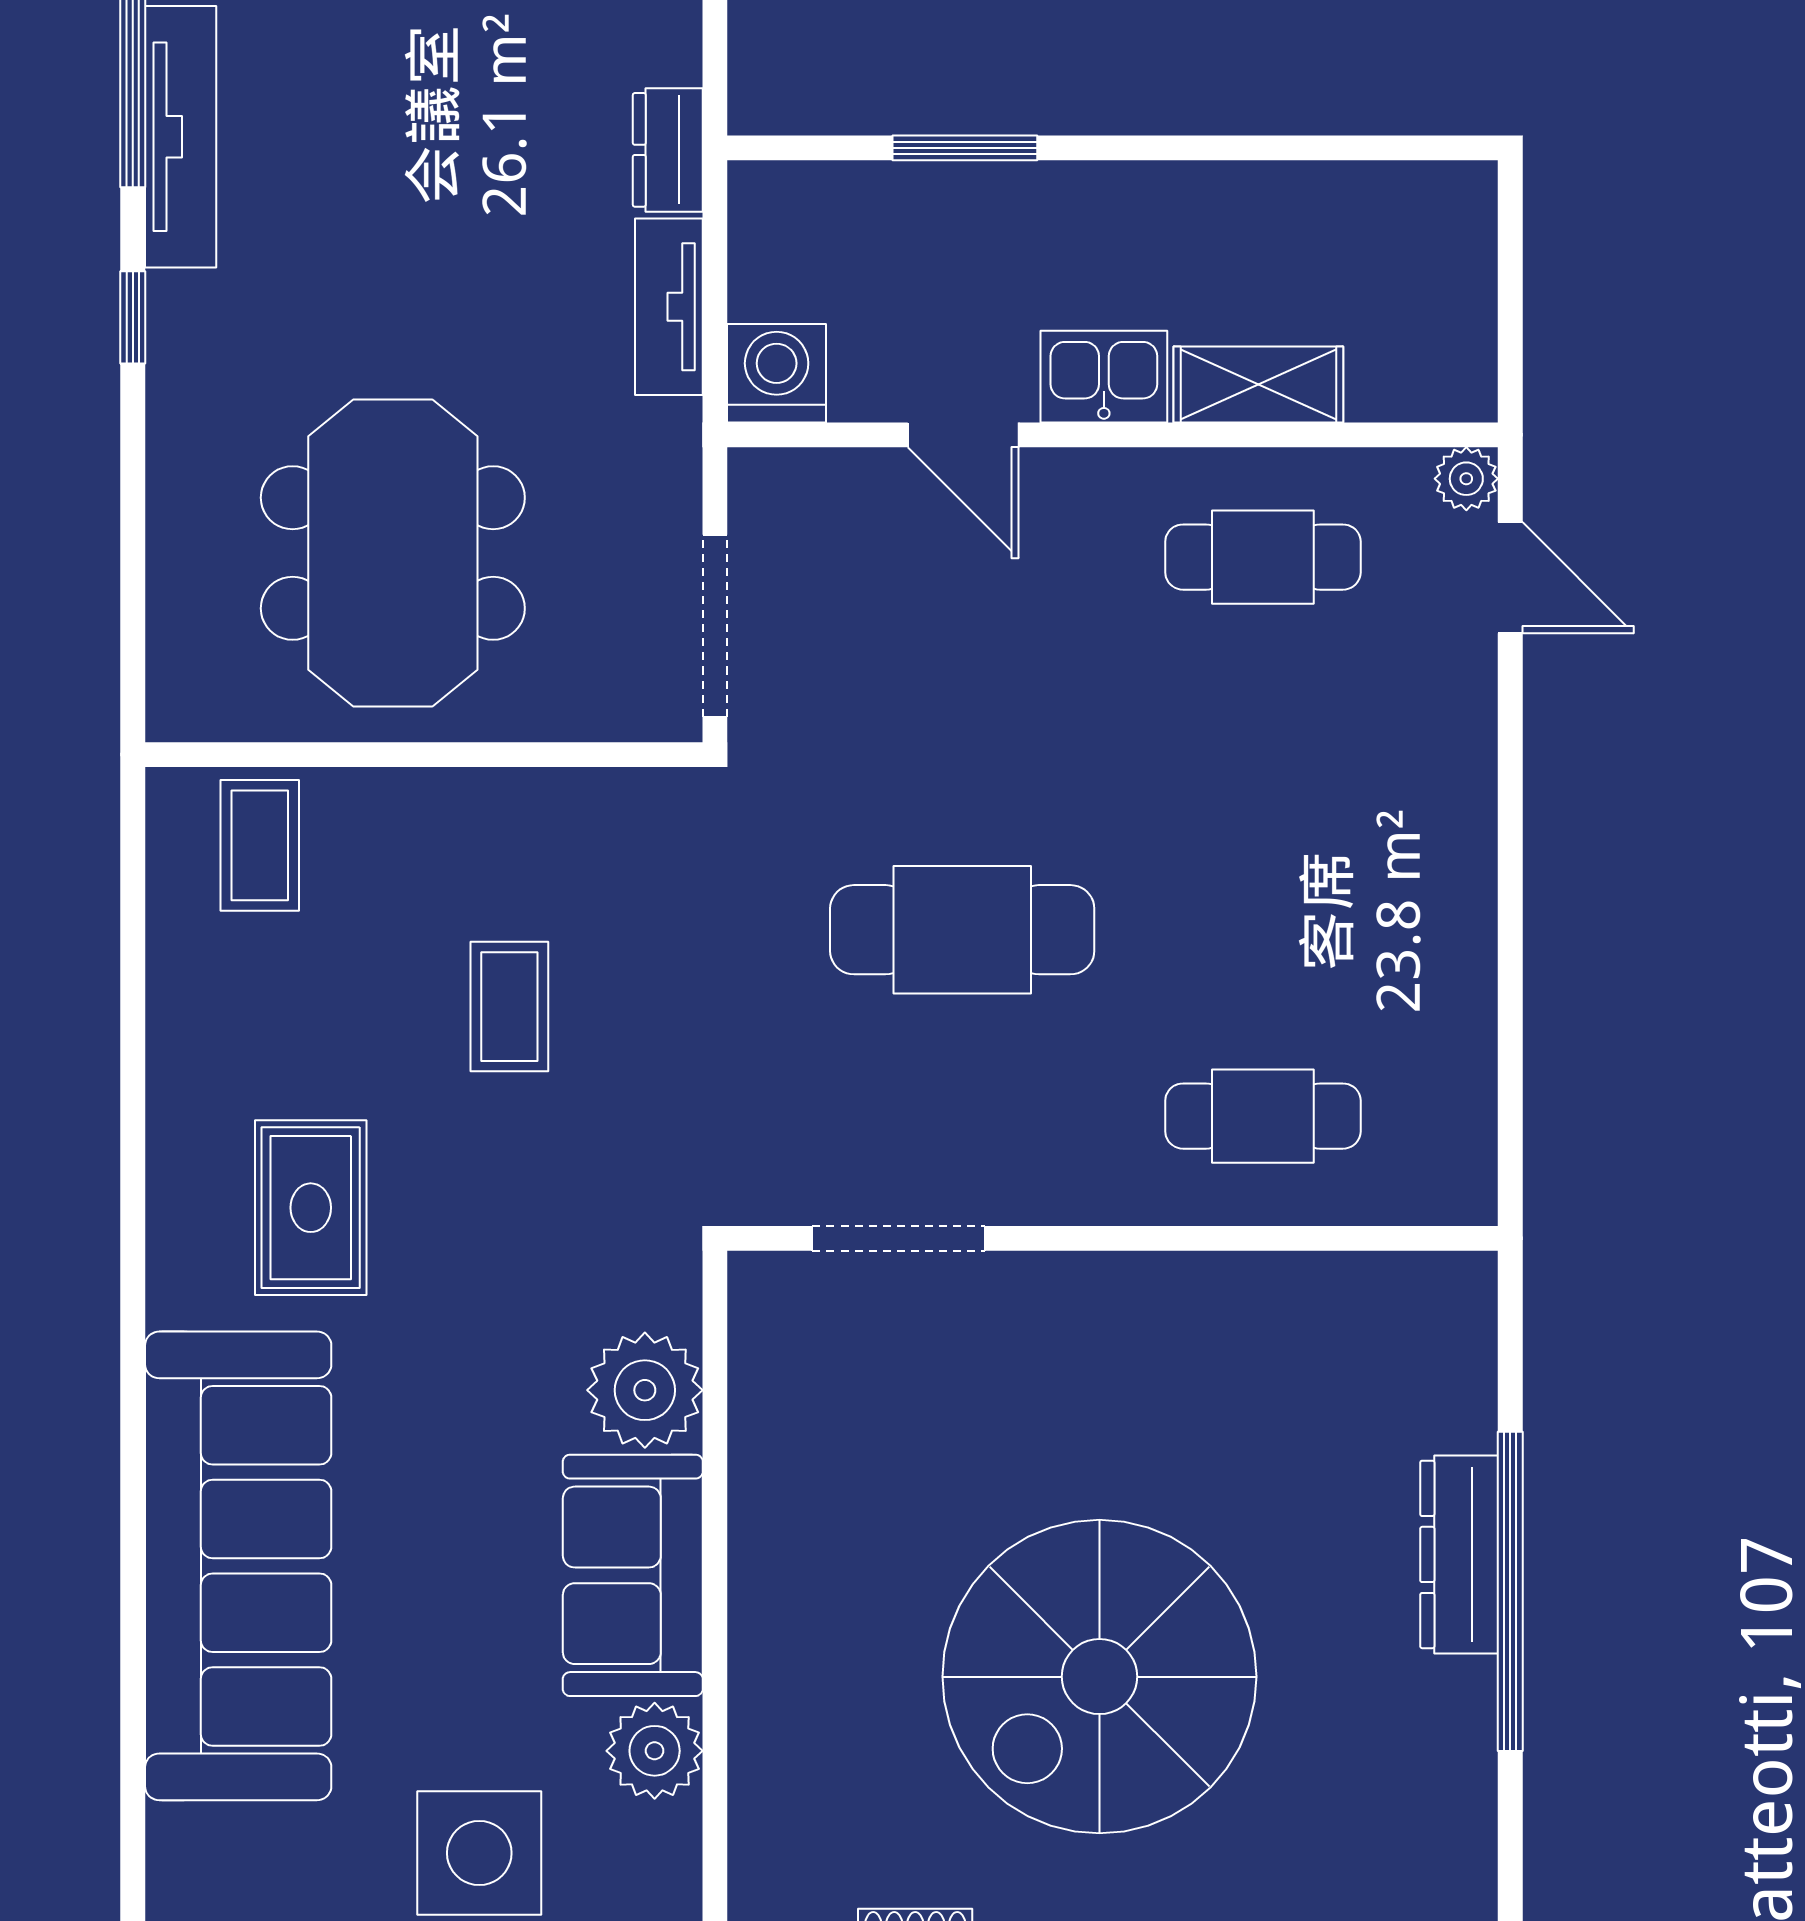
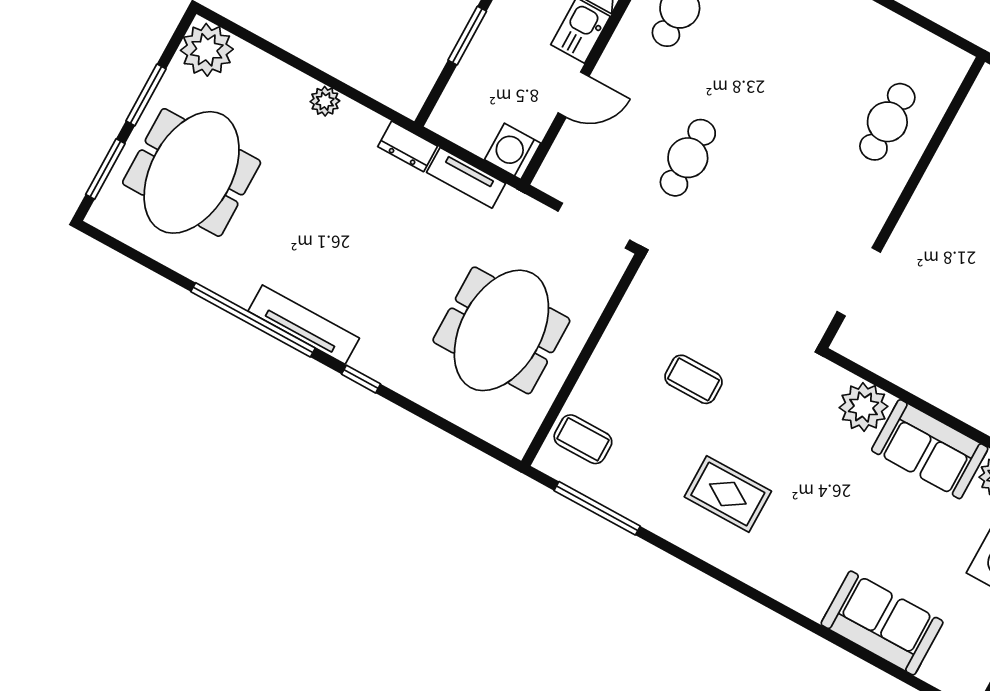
meeting table: (393, 553) -> (501, 330), turned 90
cafe table: (962, 930) -> (688, 158), moved, width x0.73, depth x0.74
window: (133, 953) -> (597, 508), added
sofa: (238, 1566) -> (882, 623), width x0.54, depth x0.79

